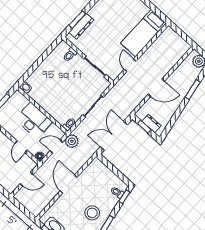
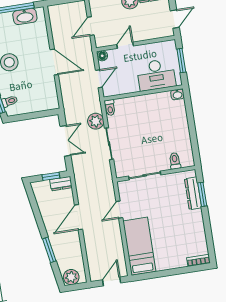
door: (181, 33) -> (112, 281), added
door: (130, 65) -> (119, 210), swing flipped
desk: (34, 120) -> (156, 75), moved
dresser: (151, 123) -> (61, 184), moved
double door: (114, 136) -> (65, 141), width x0.73
plant: (72, 141) -> (96, 121), moved
door: (21, 147) -> (125, 45), hinge flipped

